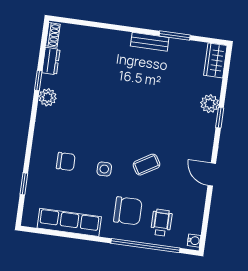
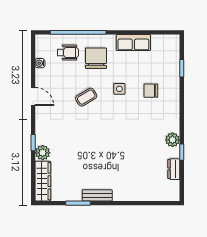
shoe rack: (53, 35) -> (175, 190), removed
wardrobe: (215, 60) -> (43, 181), width x1.50
chair: (128, 211) -> (96, 58), turned 90
row of seats: (69, 222) -> (133, 42), width x0.68
wheelchair: (161, 223) -> (68, 53), turned -90
water cooler: (194, 241) -> (40, 63), moved

